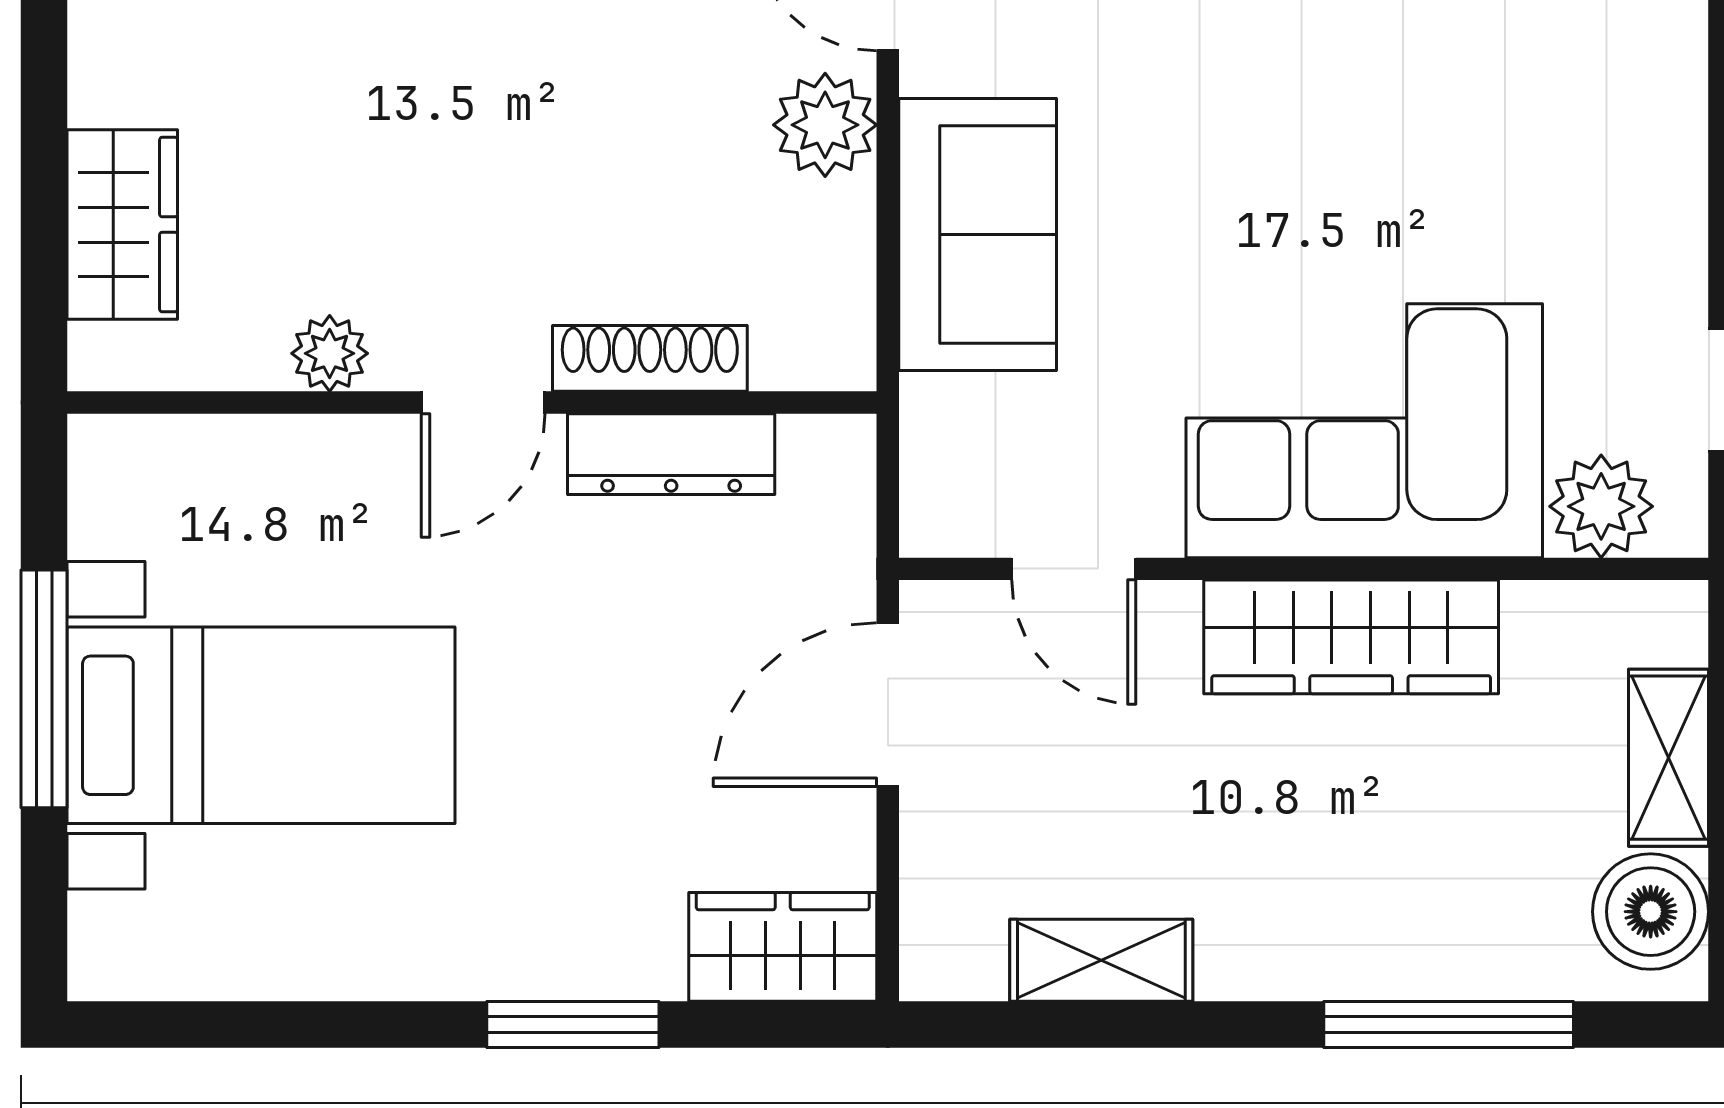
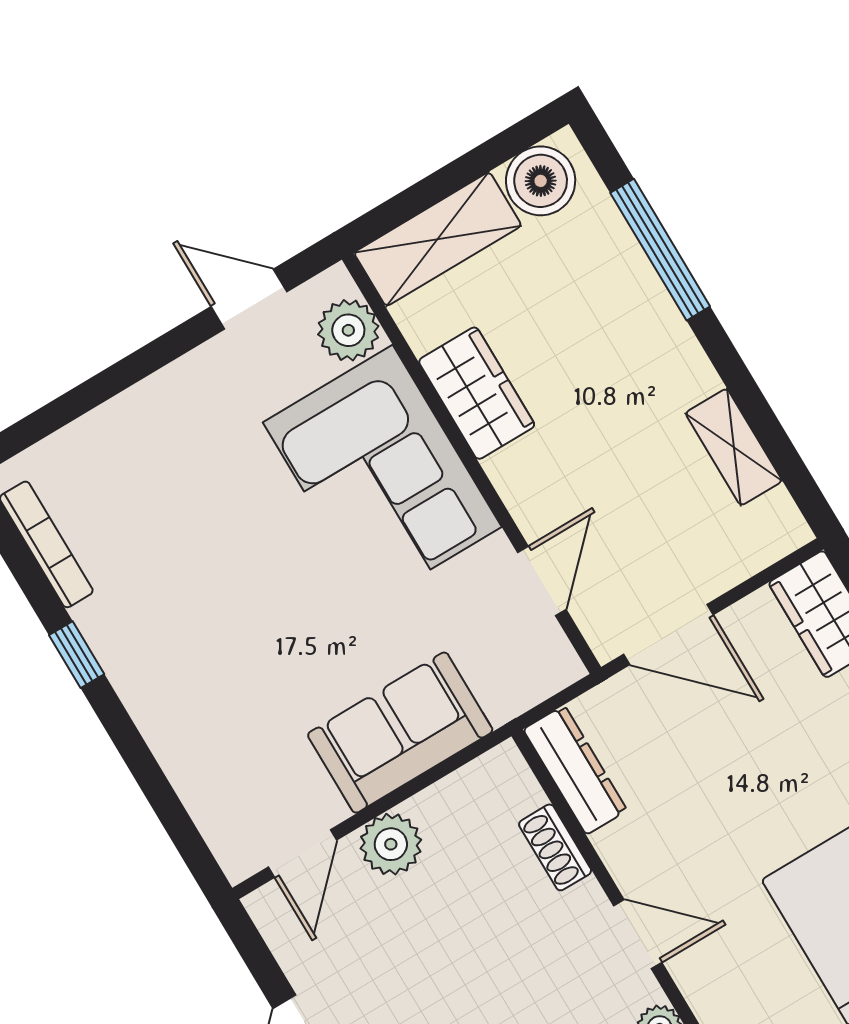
shoe rack: (650, 358) -> (555, 847), width x0.70
dresser: (671, 454) -> (575, 770), moved
wardrobe: (1351, 637) -> (477, 393), width x0.67
shelving: (1669, 758) -> (438, 239), width x1.50, depth x1.33

